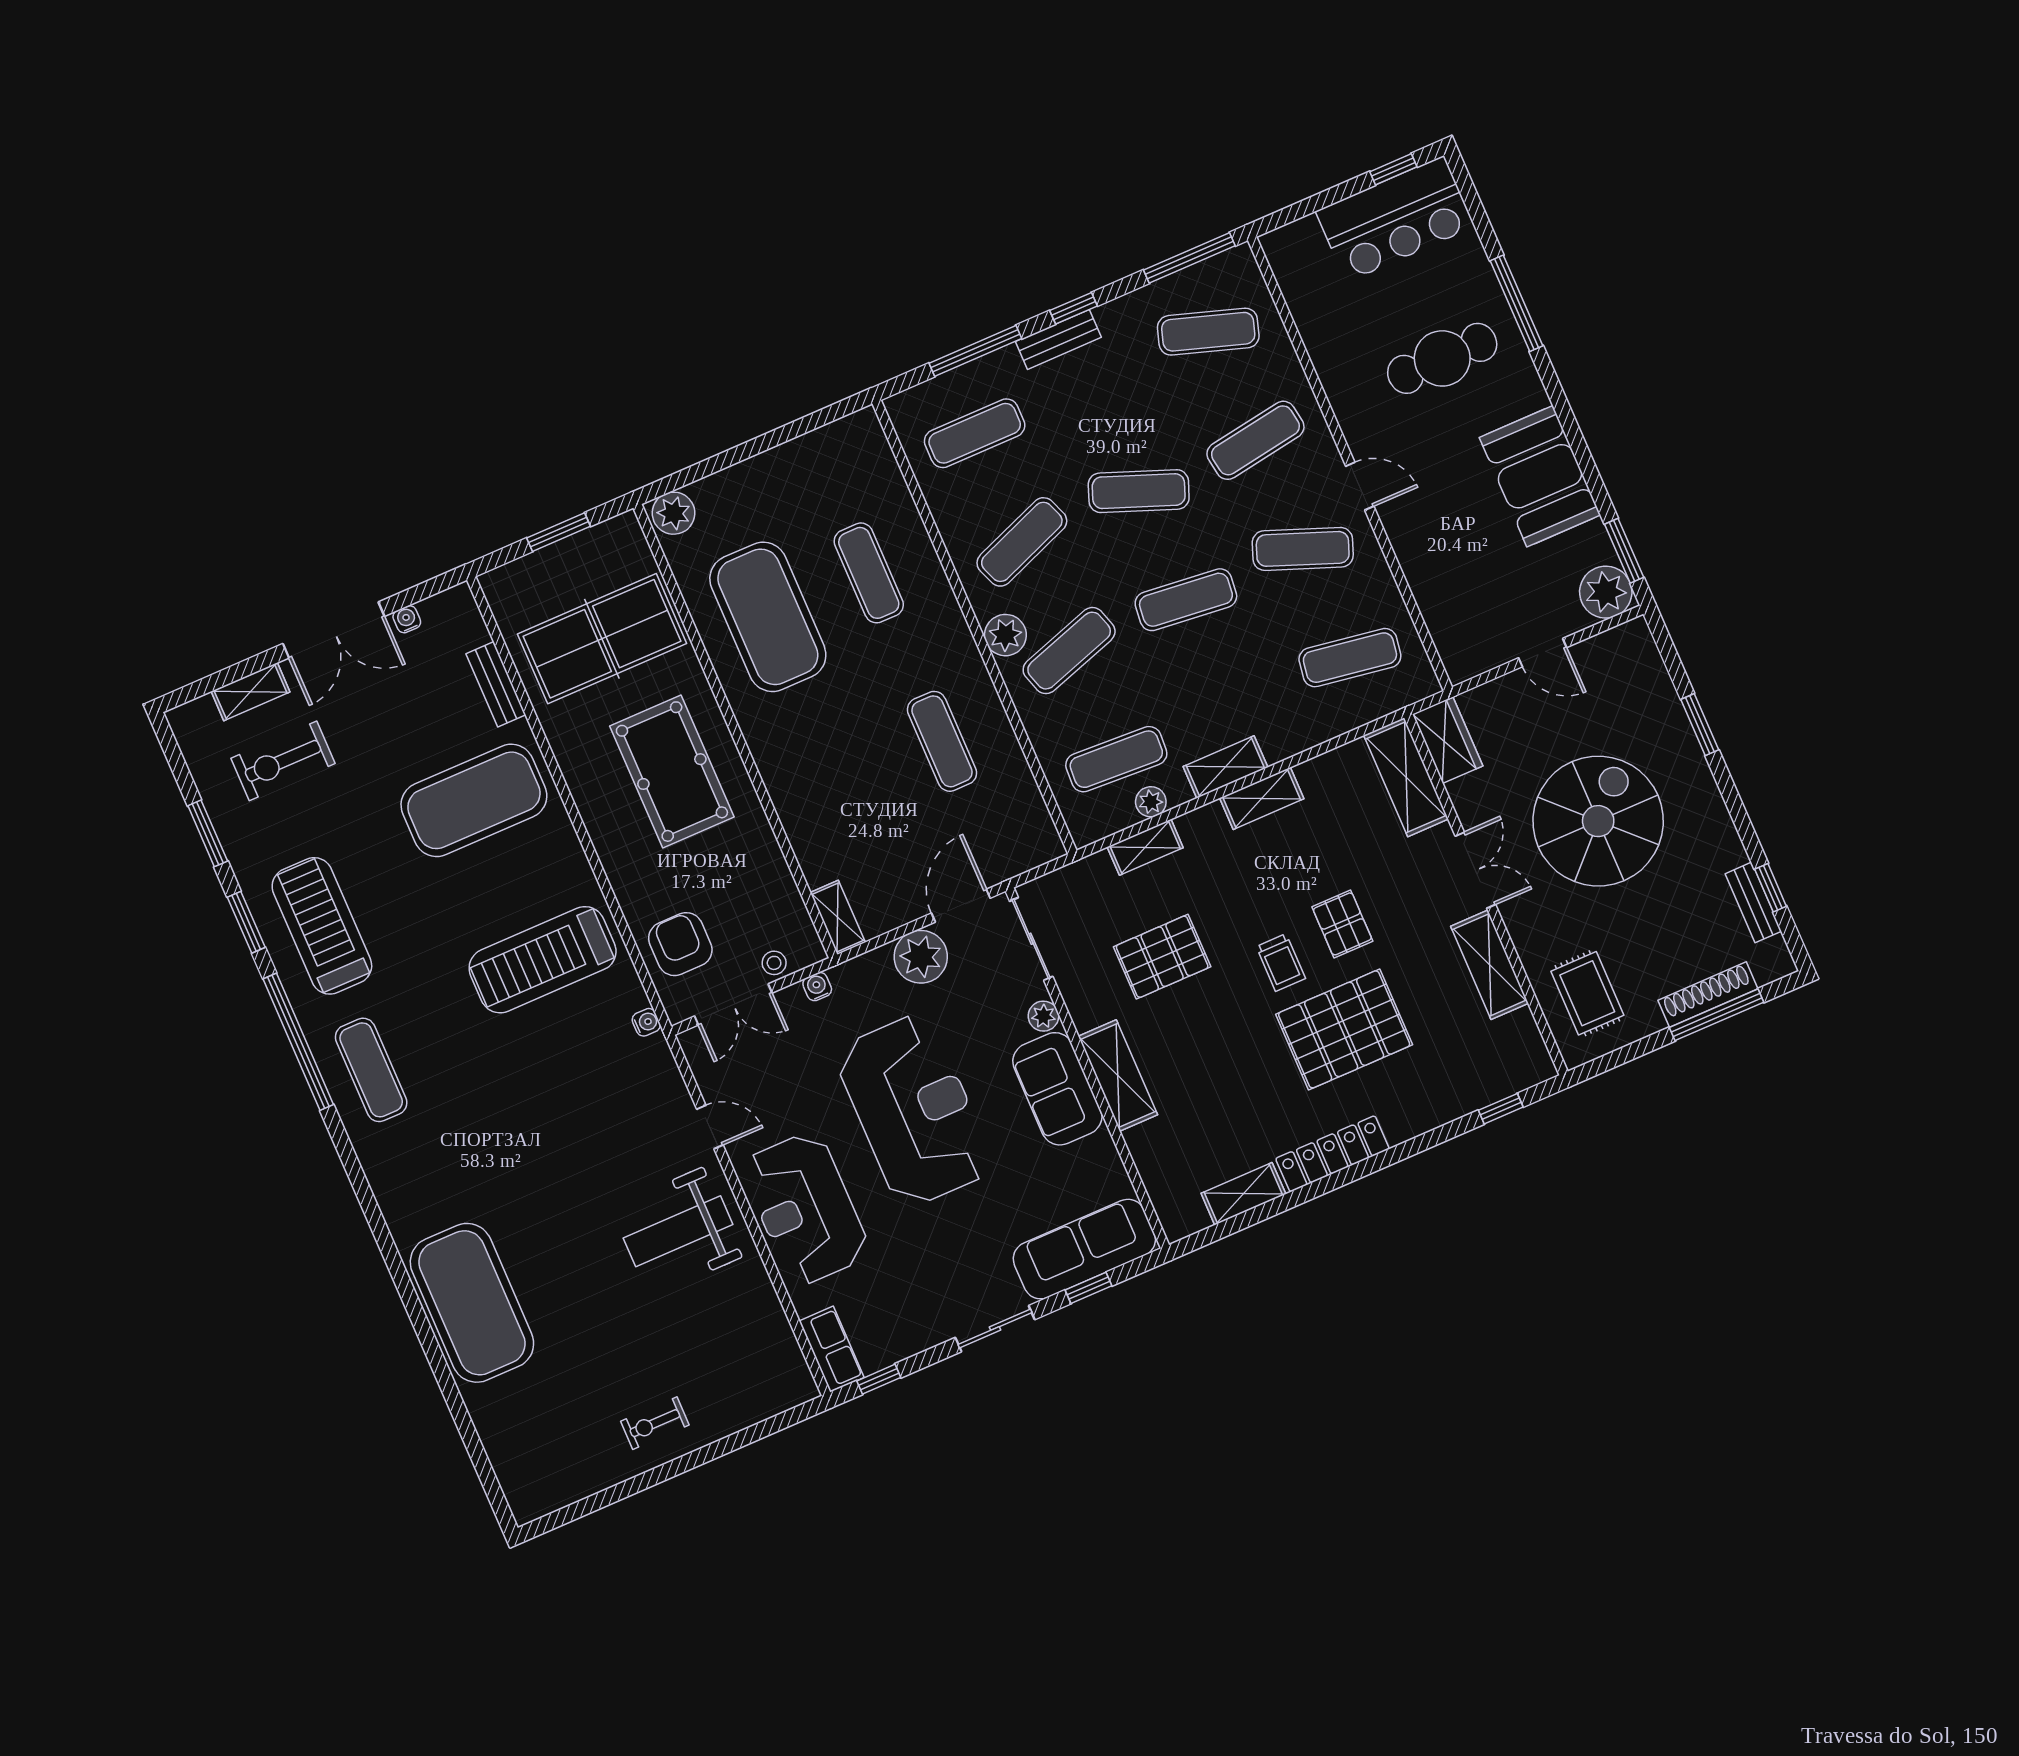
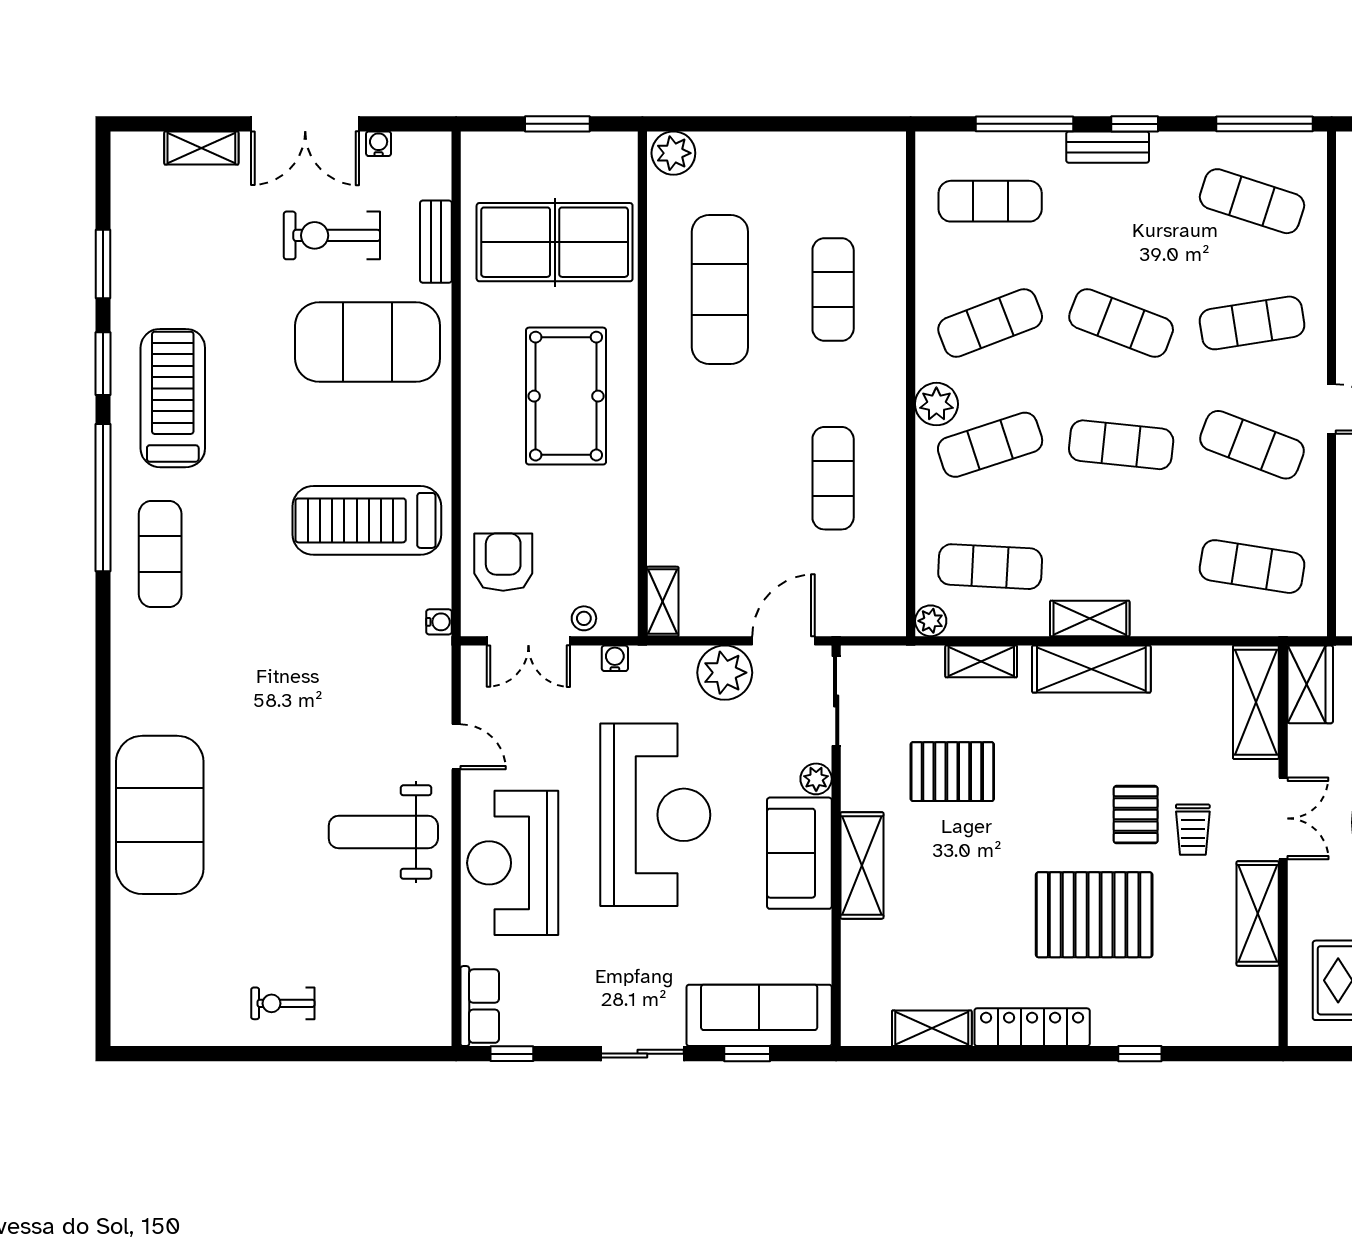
exercise mat: (768, 617) -> (720, 290), width x0.68
exercise bike: (283, 761) -> (332, 235), moved
shelving: (1262, 798) -> (1091, 669), width x1.50, depth x1.33
plant: (1151, 802) -> (931, 621), moved
trolley: (1281, 962) -> (1193, 830), moved
window: (1501, 1109) -> (1140, 1054), moved

